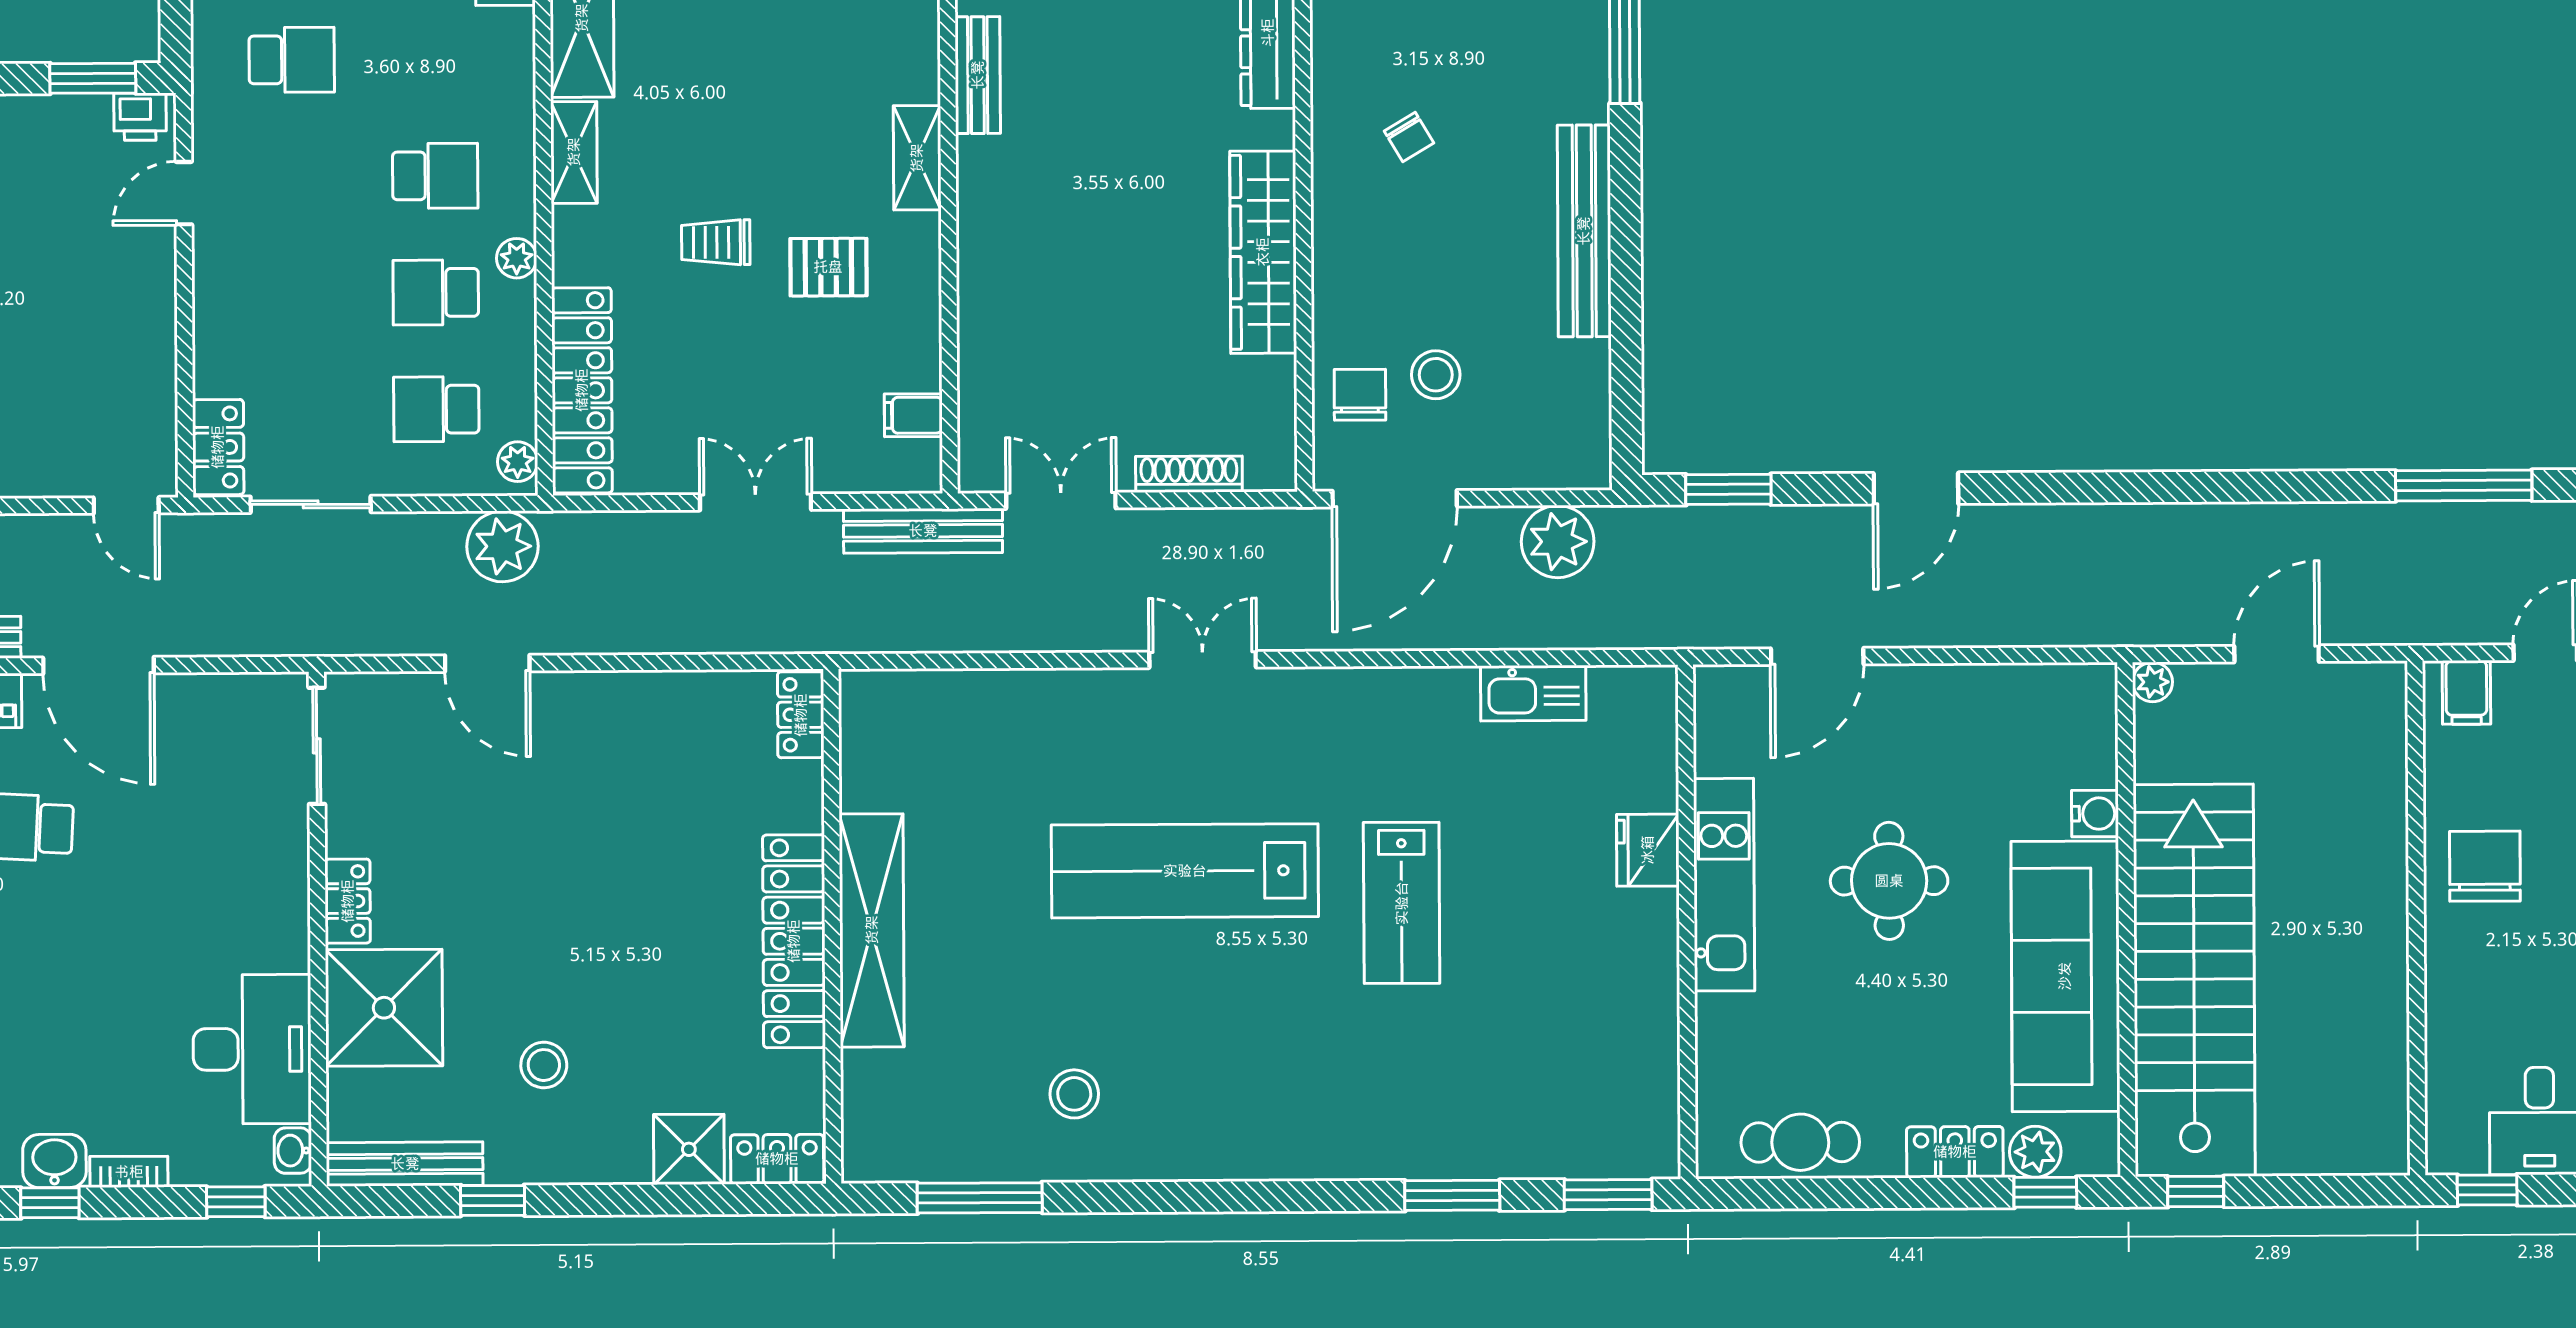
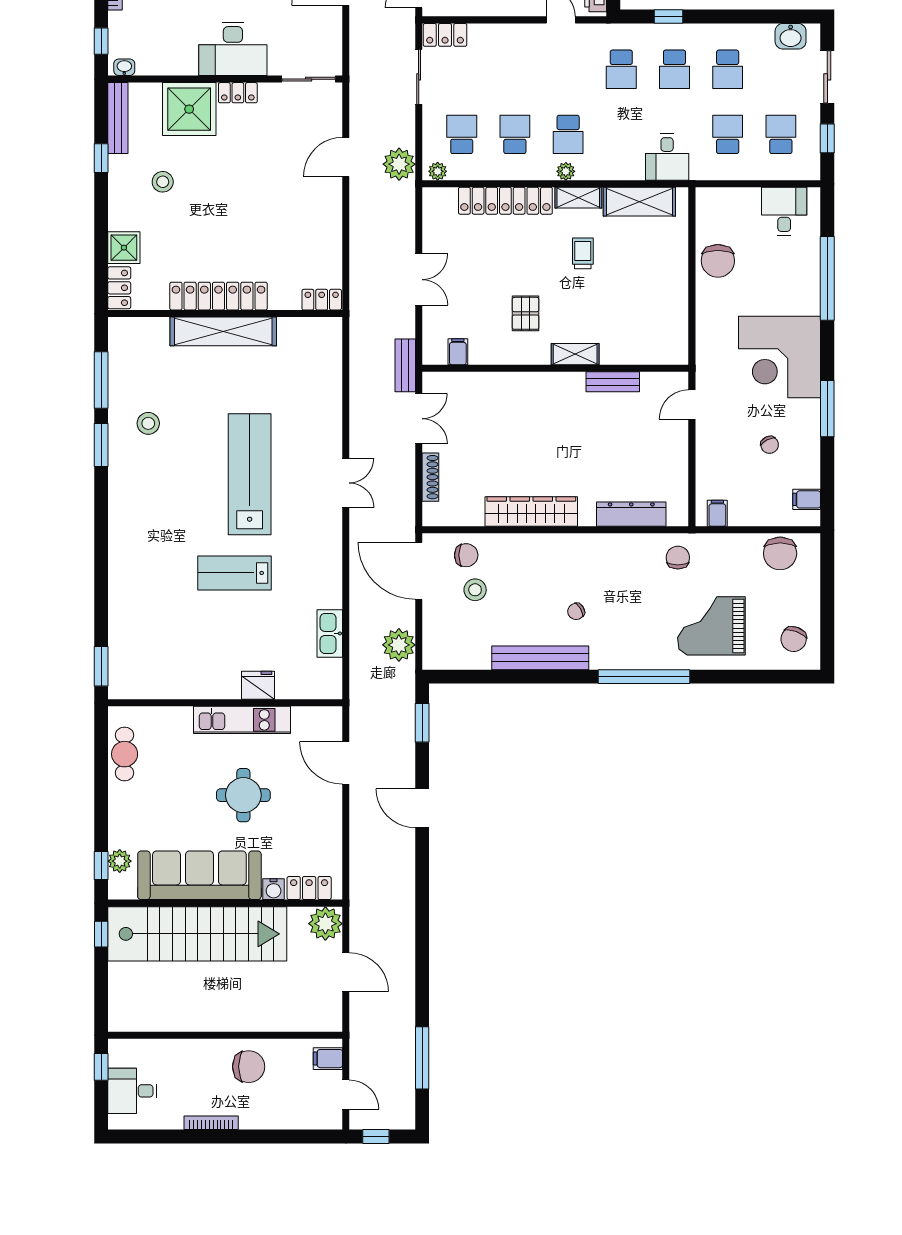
chair: (1409, 137) -> (576, 611), moved
trolley: (716, 242) -> (583, 253), moved
plant: (517, 258) -> (566, 171), moved
locker: (582, 390) -> (505, 201), moved
bench: (923, 531) -> (405, 365), width x0.73
plant: (2153, 682) -> (325, 924), width x1.88, depth x1.88
desk: (252, 1049) -> (233, 49), moved
locker: (1955, 1152) -> (309, 888), moved, turned -90
window: (1452, 1195) -> (101, 445), moved

